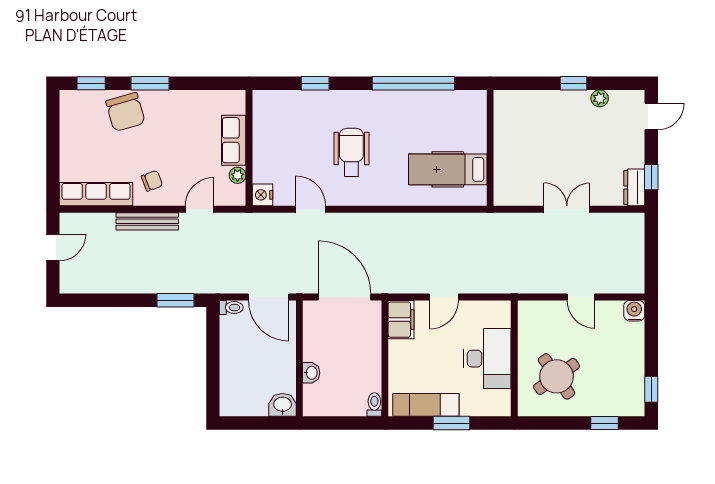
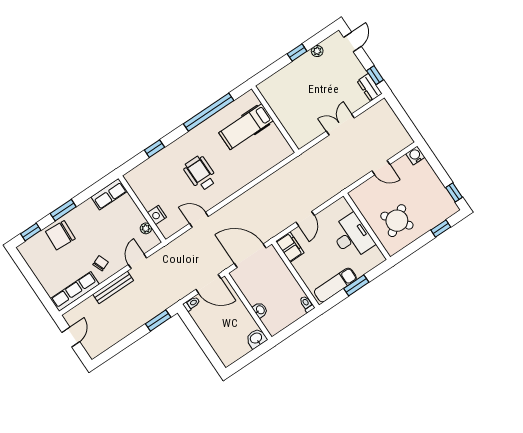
chair: (125, 112) -> (60, 235), turned 109
row of seats: (234, 140) -> (109, 194), moved, turned -90
hospital bed: (448, 169) -> (246, 127), moved
nightstand: (263, 195) -> (157, 215), moved

